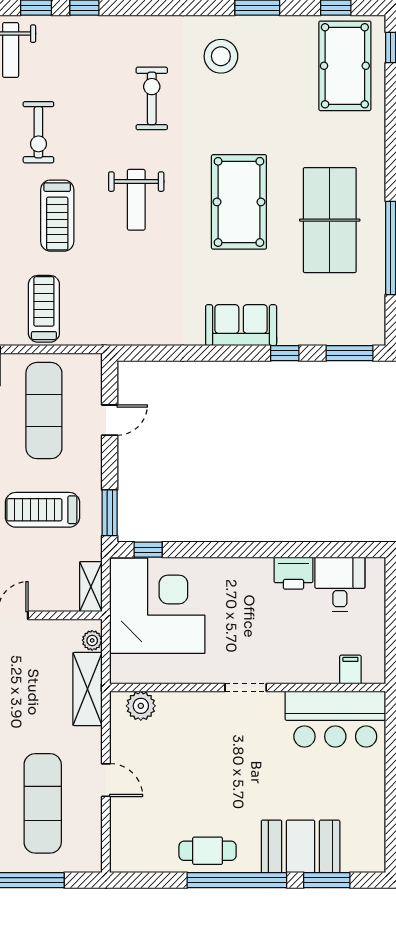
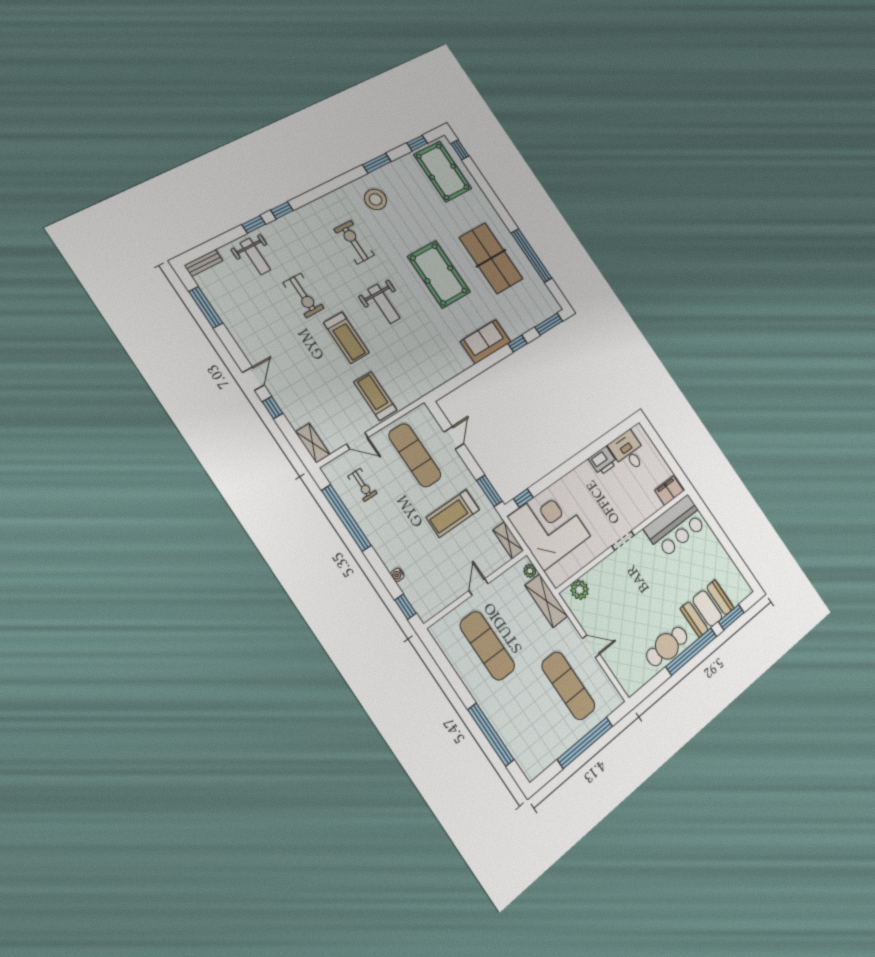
filing cabinet: (350, 669) -> (669, 491), width x2.00
cafe table: (208, 851) -> (667, 646), width x1.37, depth x1.35

